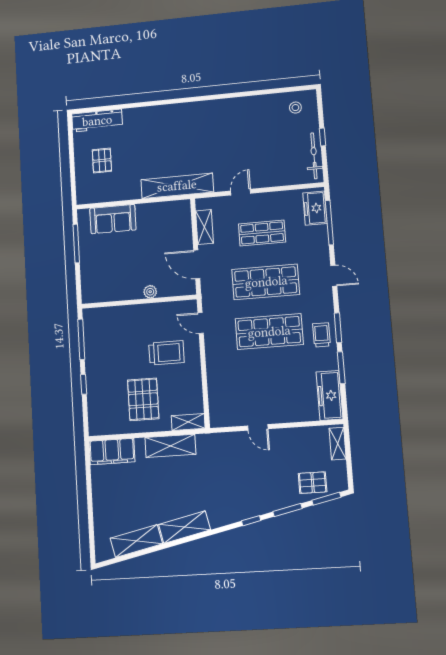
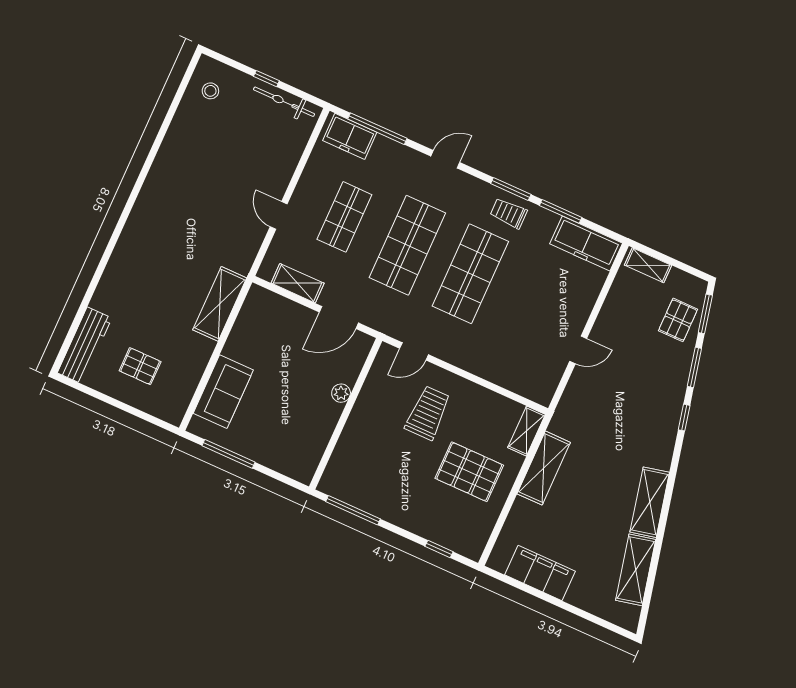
shelving: (177, 186) -> (220, 304), width x0.68
window: (84, 384) -> (439, 549), moved
filing cabinet: (112, 452) -> (540, 573), moved, turned -90

